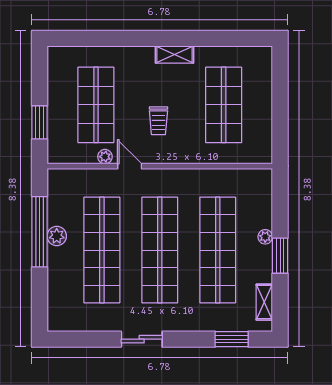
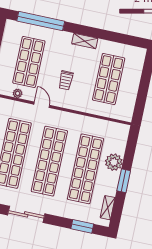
window: (101, 38) -> (41, 21), added
plant: (105, 157) -> (18, 93), moved
plant: (265, 237) -> (114, 162), width x1.87, depth x1.87
sliding door: (142, 339) -> (26, 214), width x1.37

